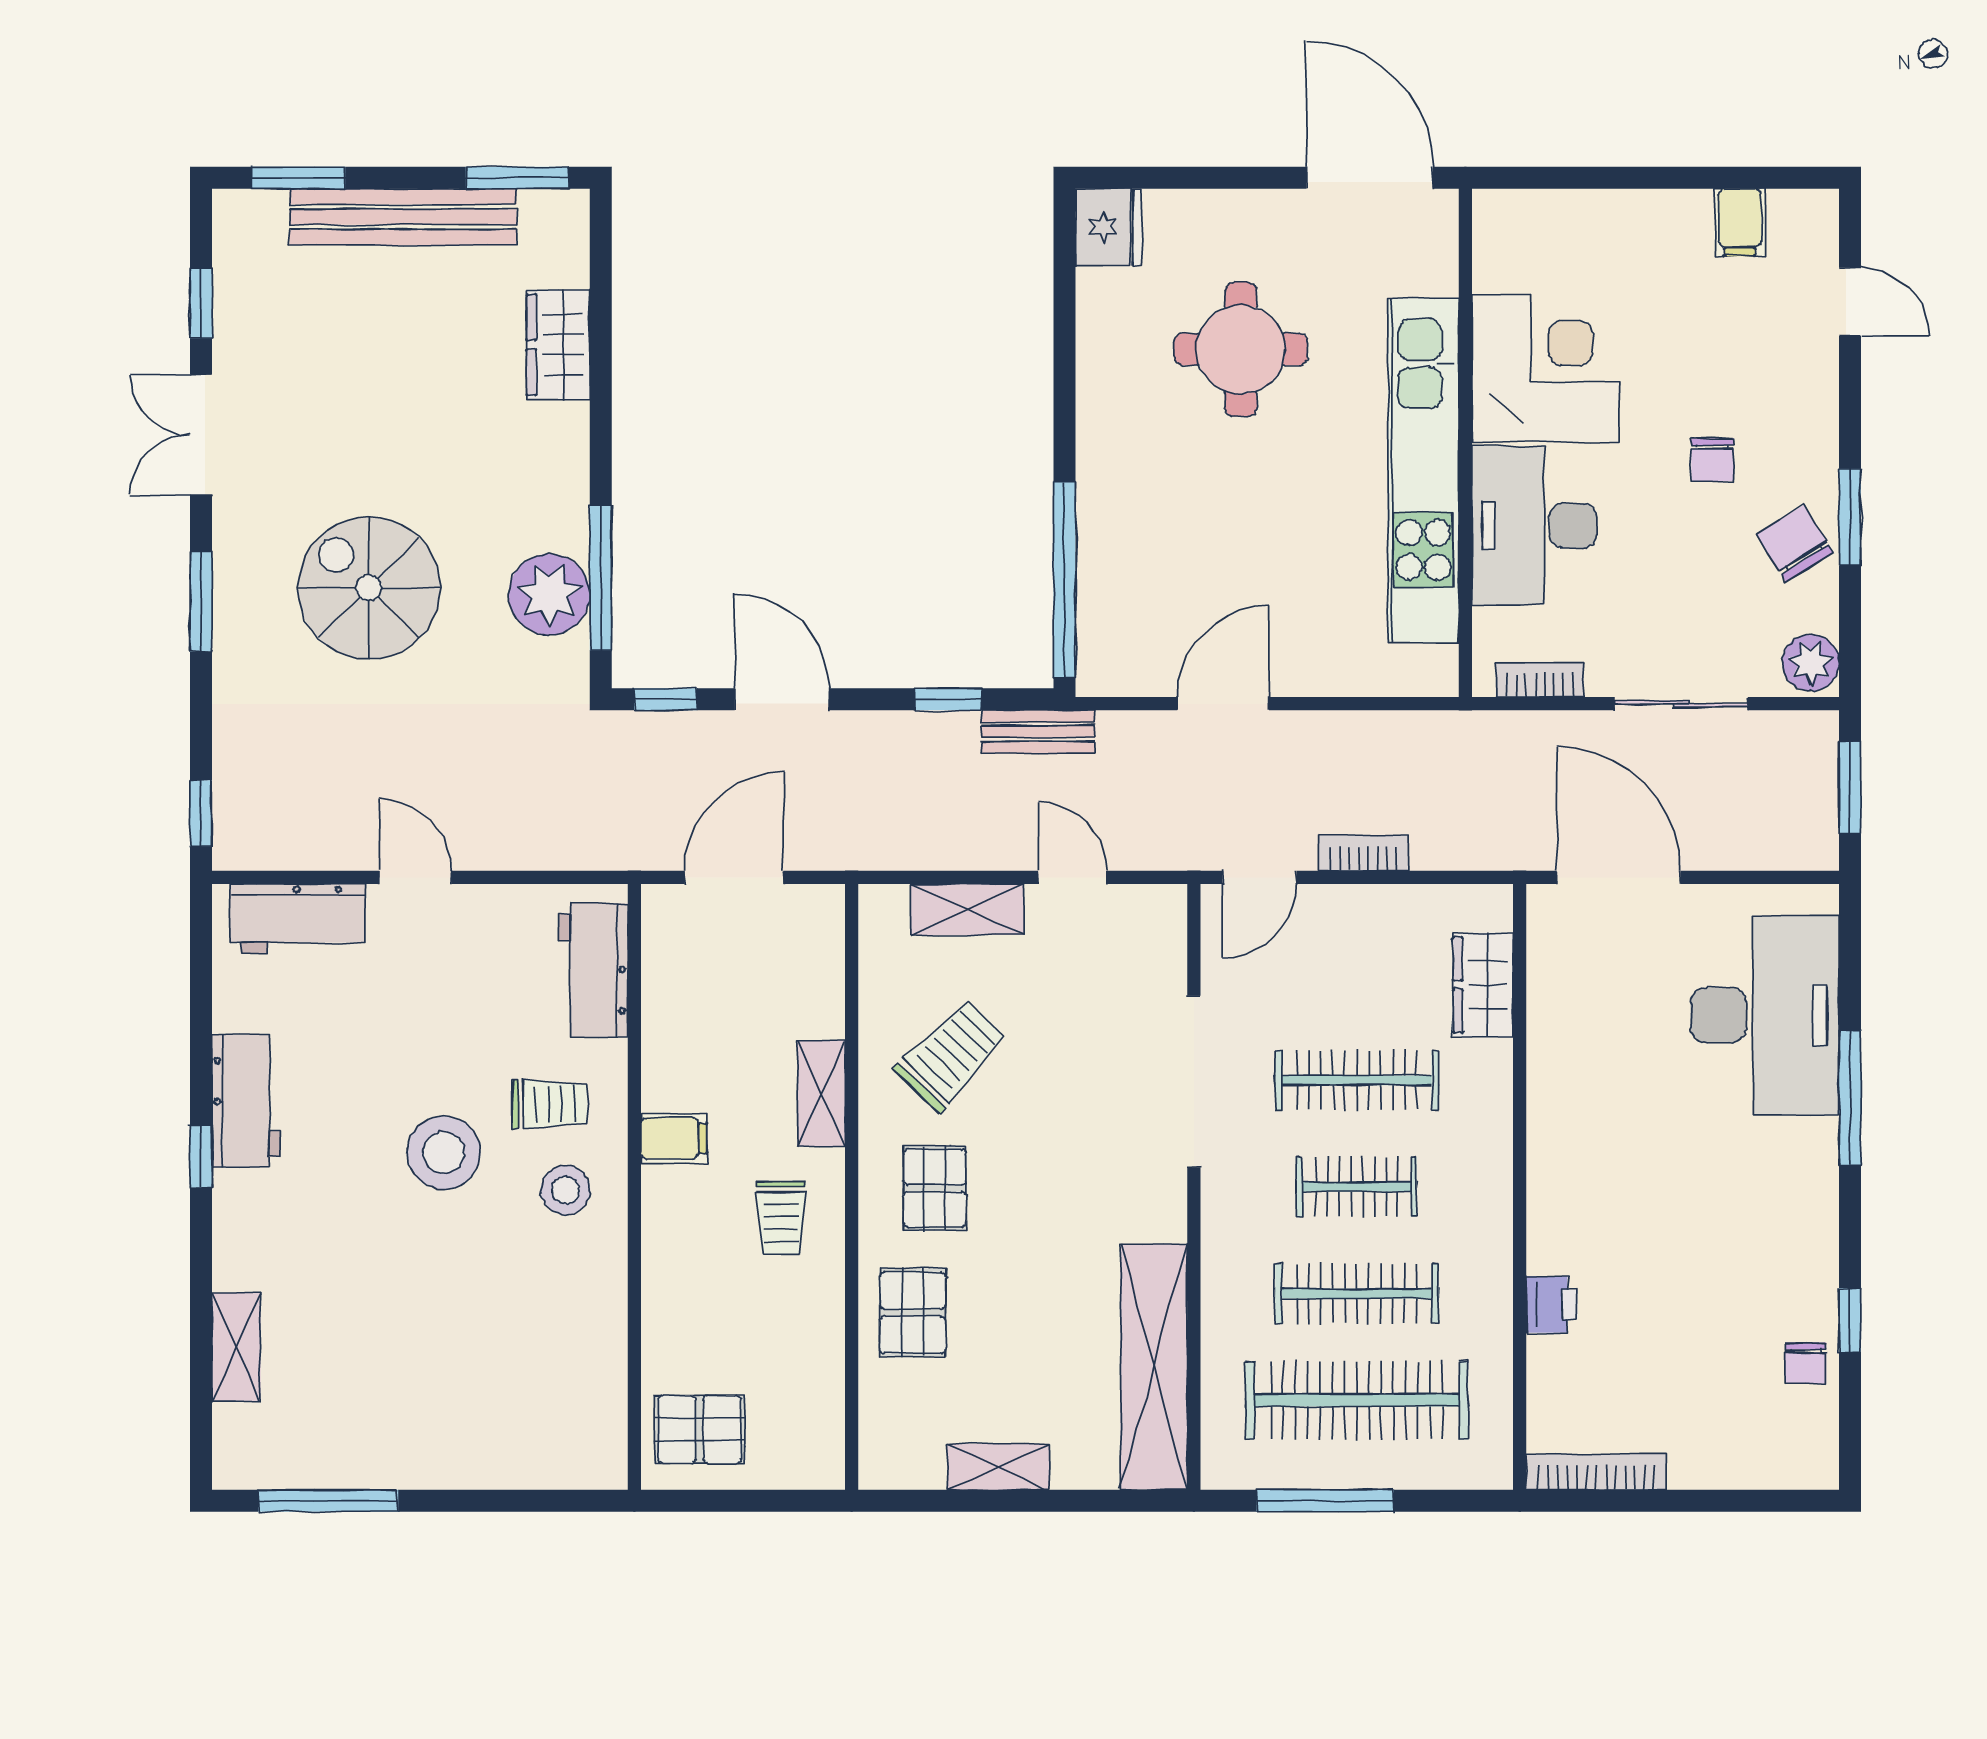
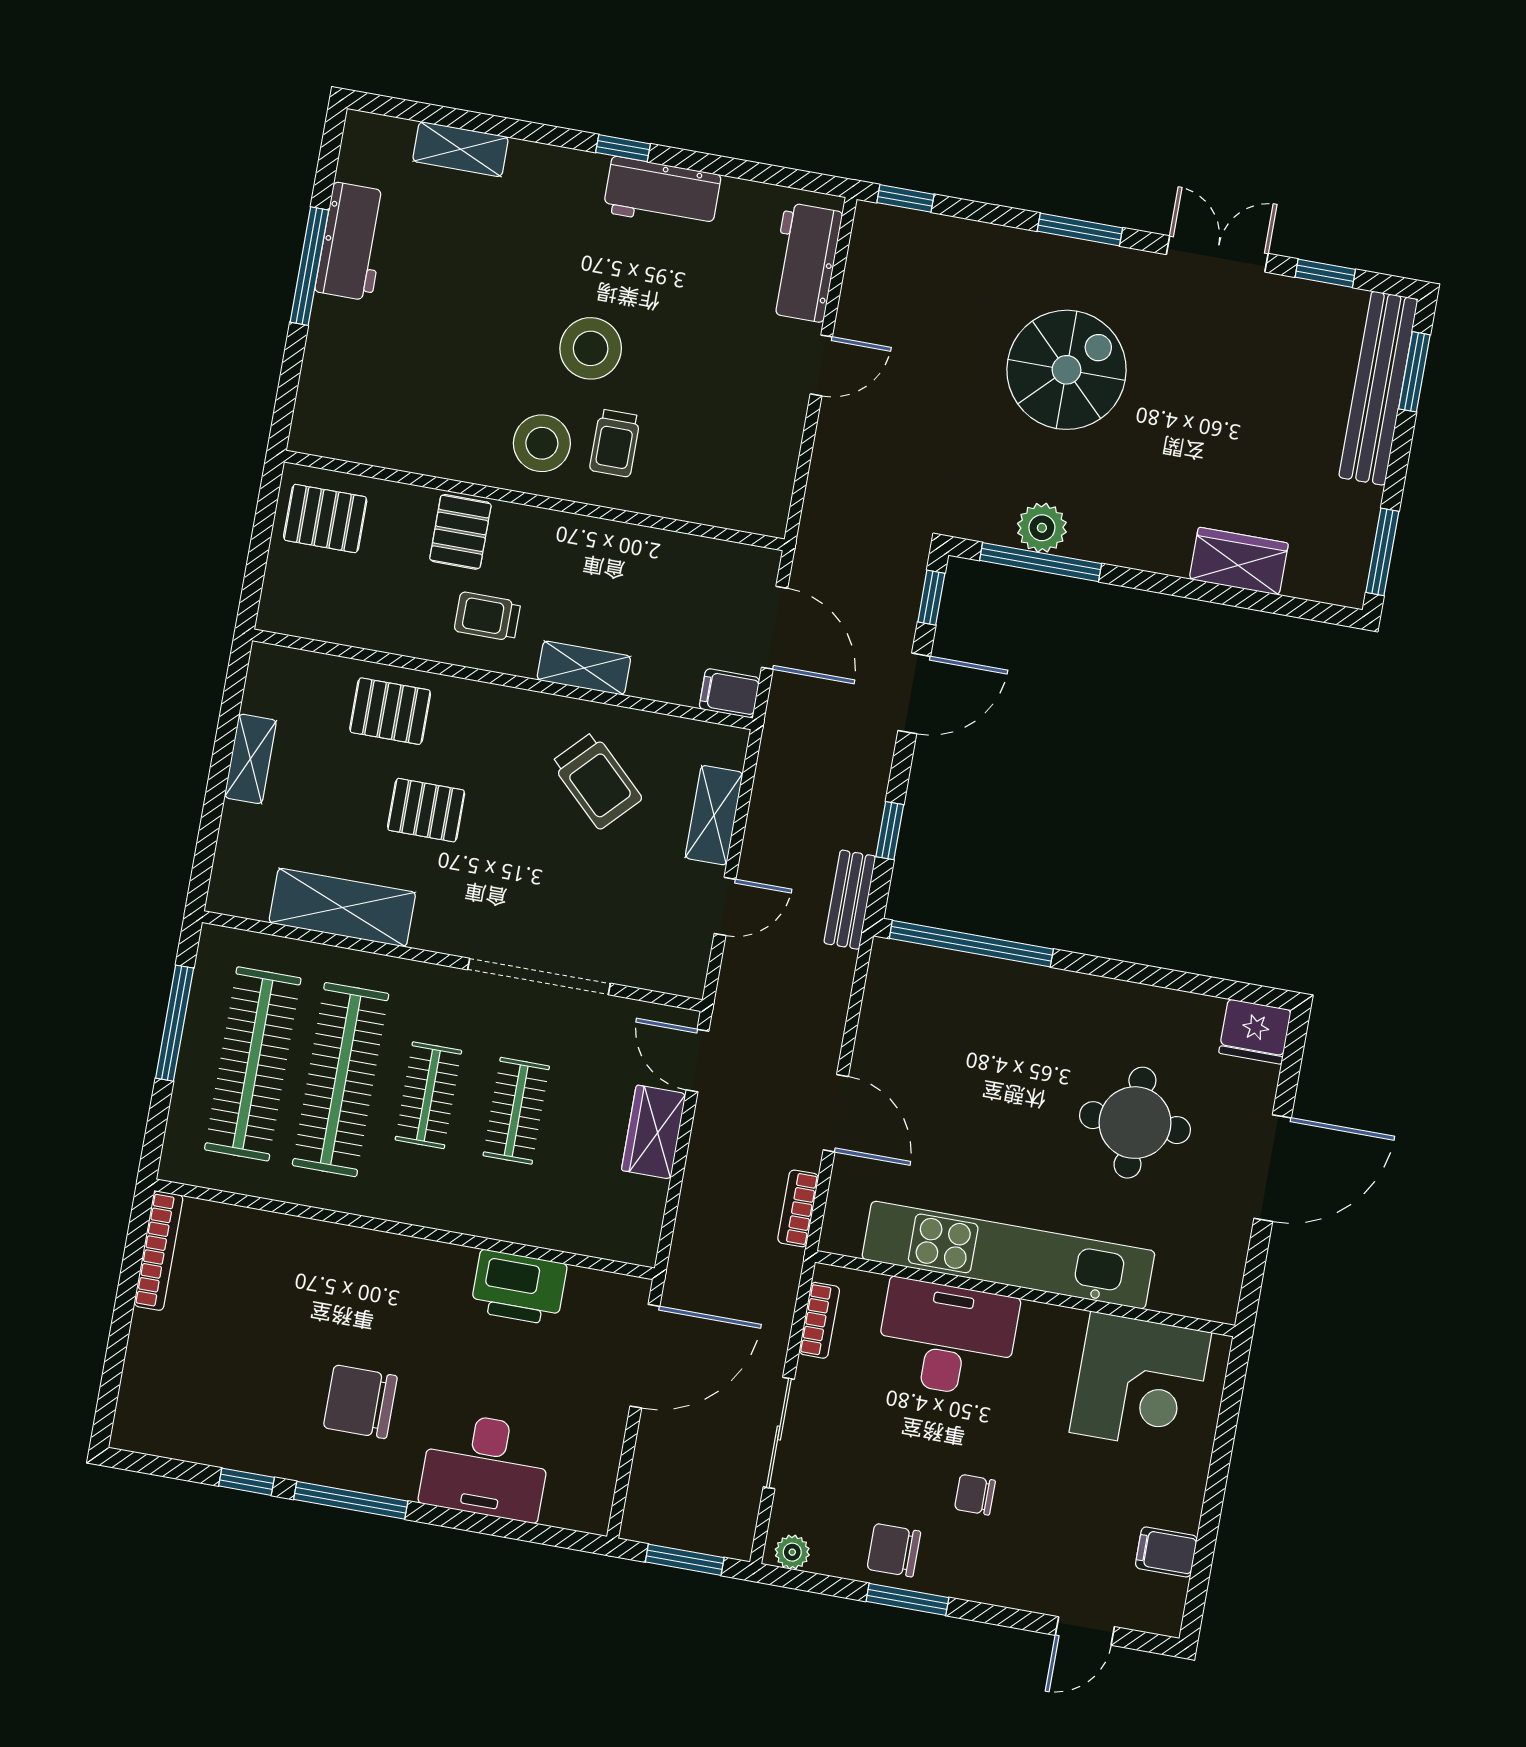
door: (1370, 178) -> (1273, 1168), moved
bench: (403, 217) -> (1378, 388), moved
corner desk: (1546, 368) -> (1140, 1382), moved
chair: (1795, 544) -> (894, 1550), turned -148
plant: (549, 594) -> (1042, 528), width x0.73, depth x0.73
plant: (1811, 663) -> (792, 1552), width x0.73, depth x0.73
door: (1223, 704) -> (836, 1113), moved
bookcase: (1363, 853) -> (798, 1208), moved, turned 180
workbench: (593, 970) -> (352, 242), moved, turned 90
wardrobe: (1483, 985) -> (654, 1132), moved, turned -90
desk: (1765, 1015) -> (486, 1466), width x0.73, depth x0.77
clothes rail: (1357, 1080) -> (516, 1111), width x0.73
window: (1850, 1098) -> (351, 1500), moved
filing cabinet: (674, 1138) -> (729, 693), moved, turned 90
pallet: (935, 1188) -> (426, 810), moved
stool: (565, 1190) -> (542, 443), width x1.38, depth x1.38
pallet: (687, 1267) -> (460, 532), added
clothes rail: (1357, 1294) -> (341, 1080), width x1.37, depth x1.31
printer: (1552, 1304) -> (519, 1287), moved, width x1.87, depth x1.48
chair: (1806, 1363) -> (360, 1402), moved, width x1.87, depth x1.87
shelving: (1154, 1367) -> (342, 907), width x0.68
pallet: (700, 1429) -> (325, 519), turned 90
window: (328, 1501) -> (309, 266), moved

